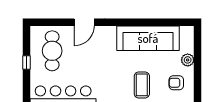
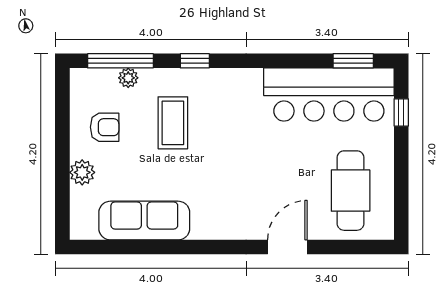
sofa: (148, 38) -> (144, 221), width x0.74, depth x0.79
window: (27, 63) -> (401, 112), moved

